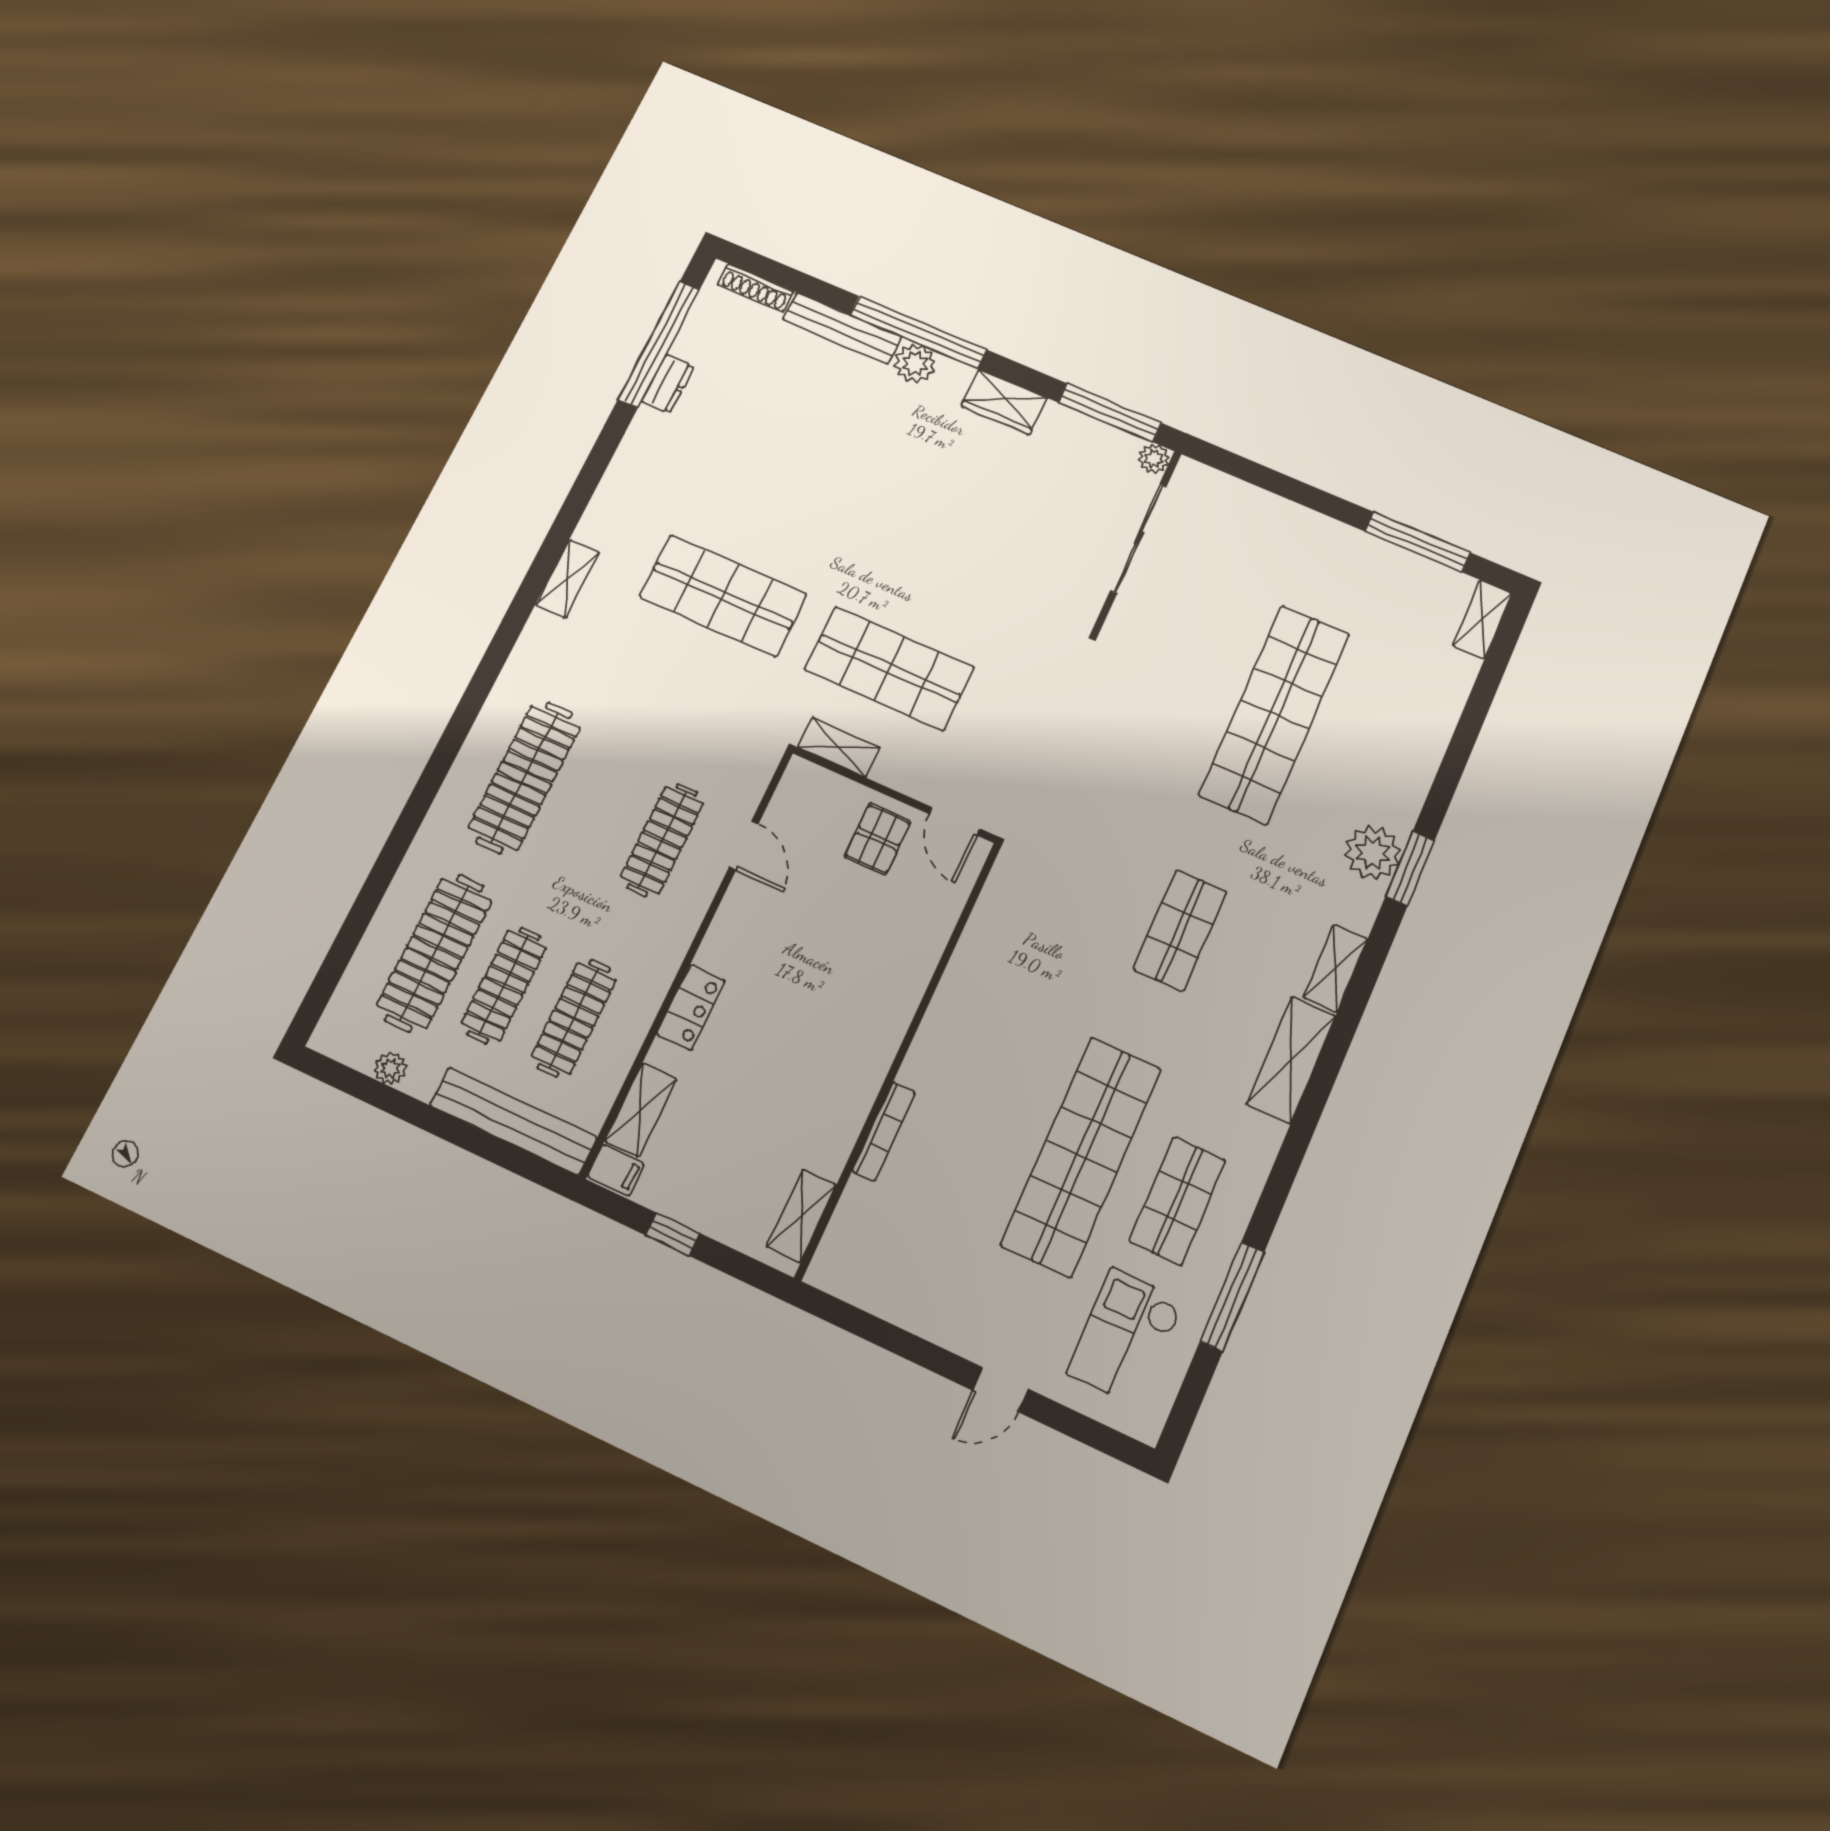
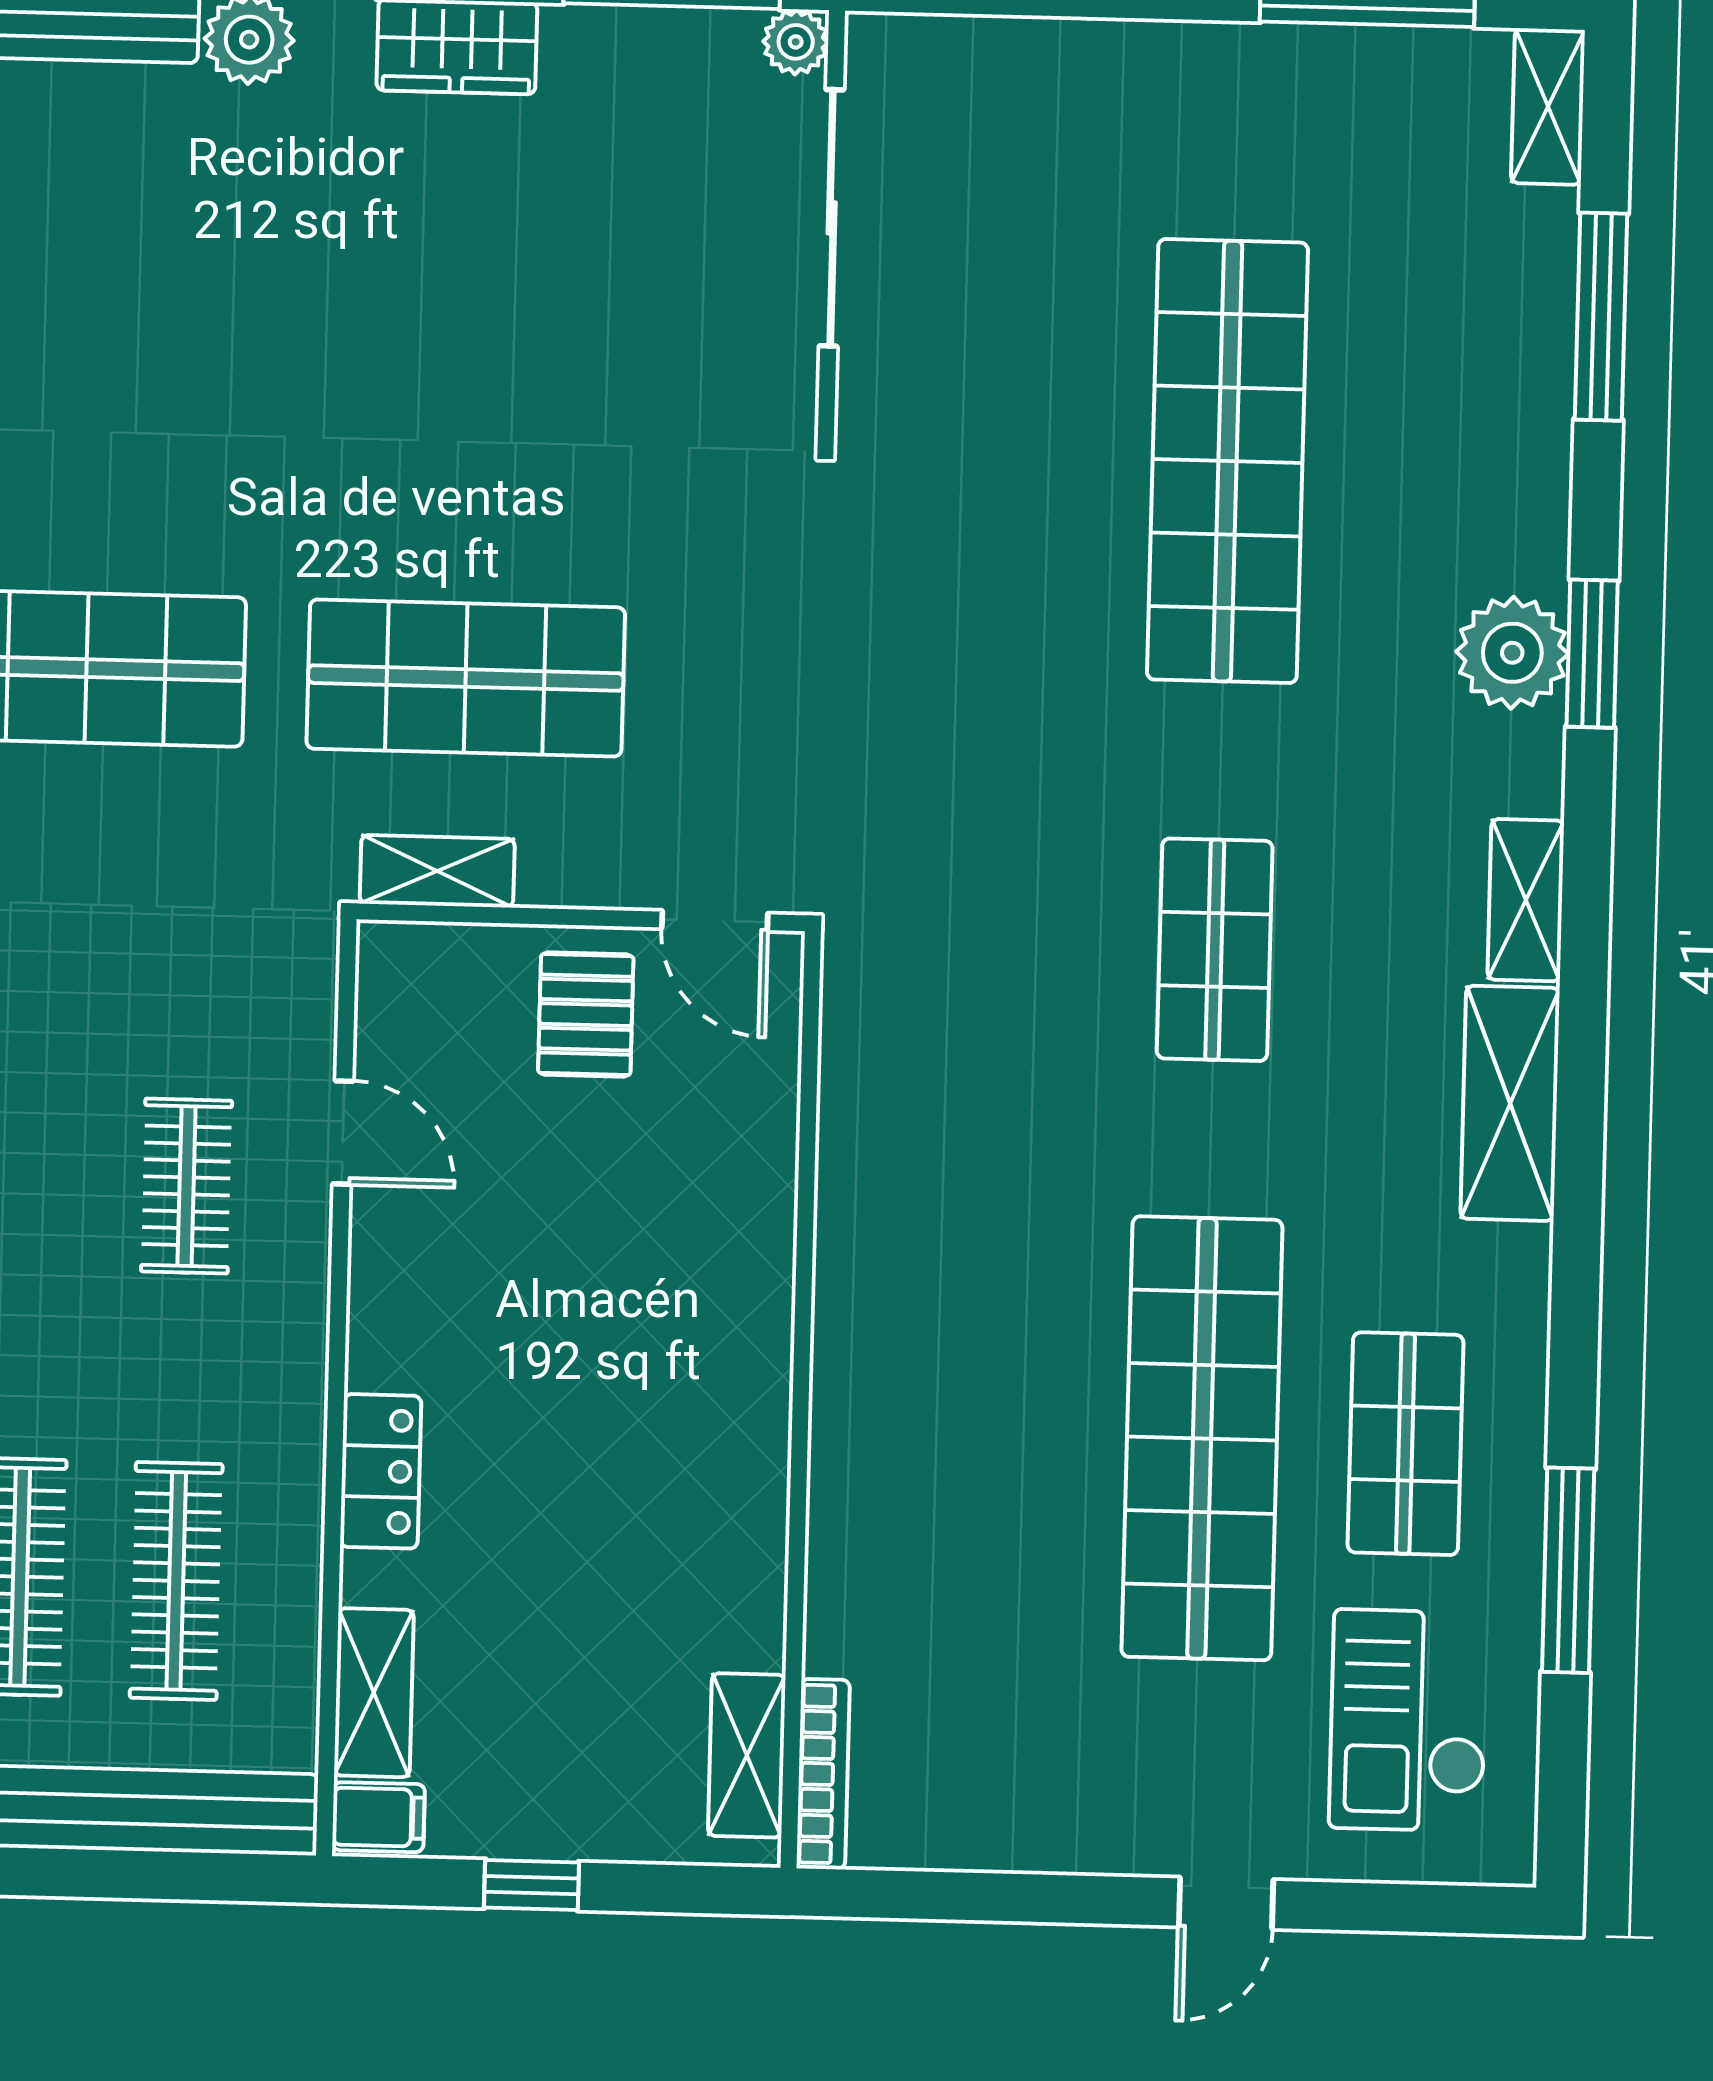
window: (1472, 720) -> (1601, 317), added
clothes rail: (662, 840) -> (187, 1186), width x0.73
bookcase: (884, 1131) -> (823, 1774), moved

